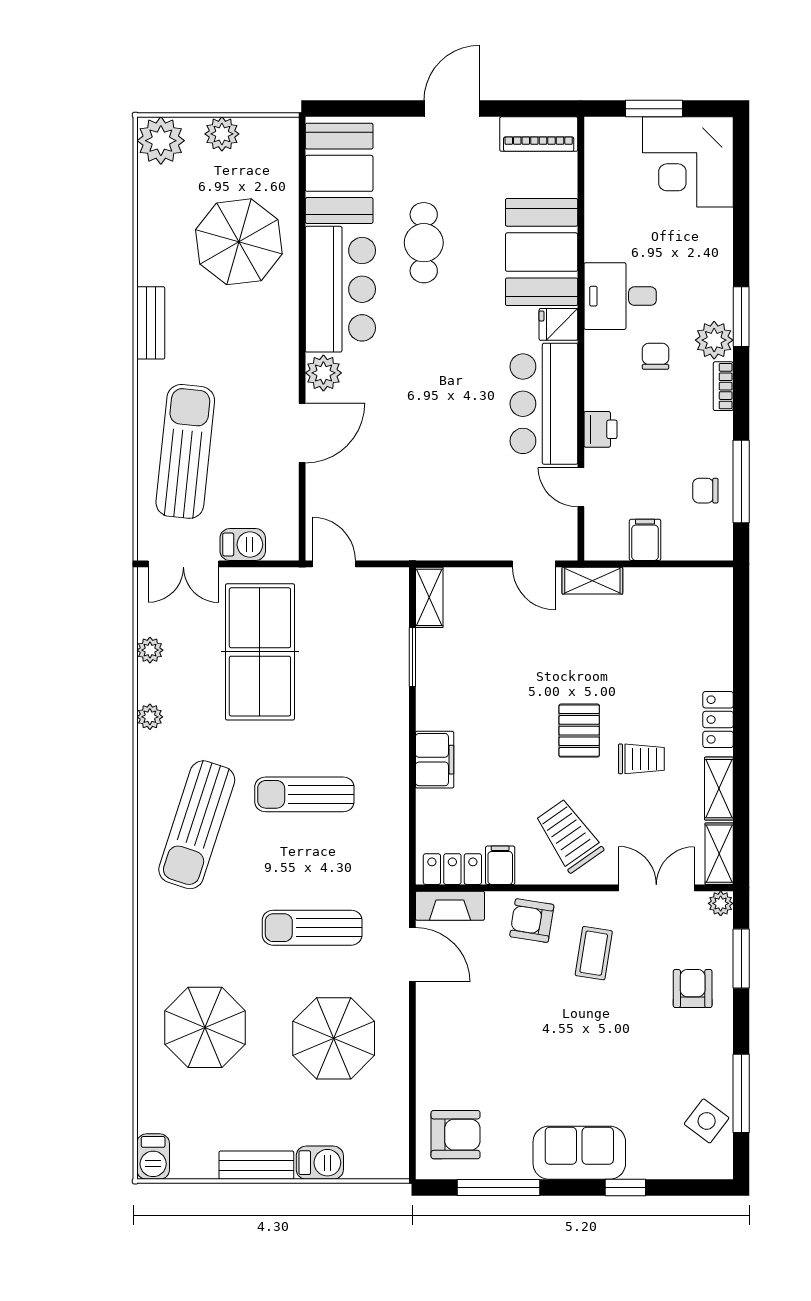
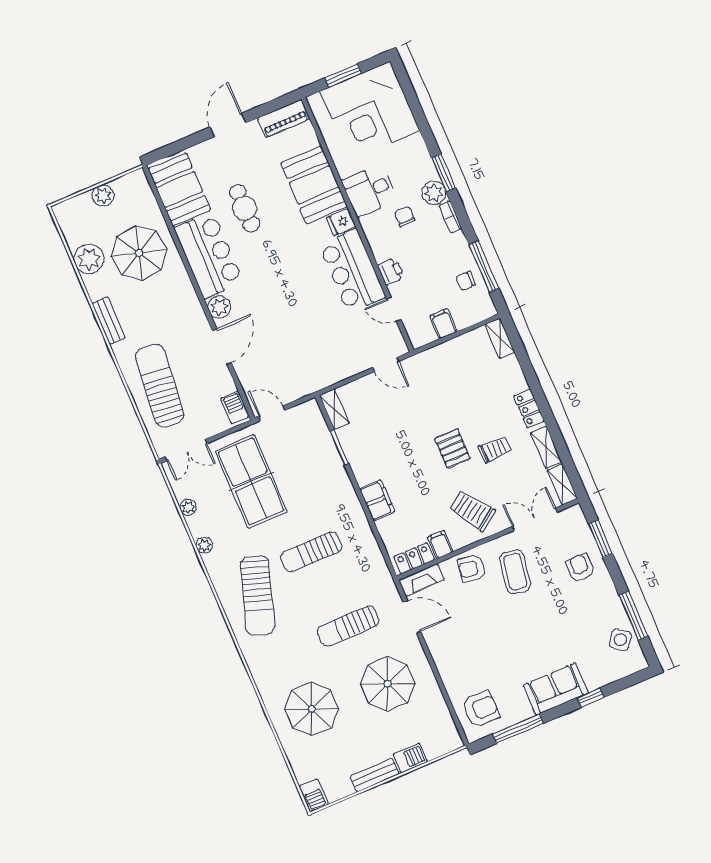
plant: (161, 141) -> (89, 259), moved
corner desk: (688, 162) -> (370, 111), width x1.36, depth x1.36
barbecue: (243, 545) -> (235, 407), moved, turned -90
shelving: (592, 581) -> (500, 338), moved, turned 90
plant: (721, 903) -> (575, 512), removed
coffee table: (594, 953) -> (515, 572), width x1.36, depth x1.30

